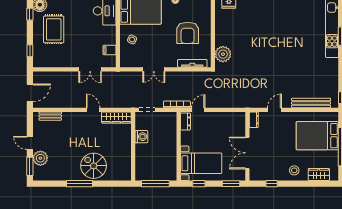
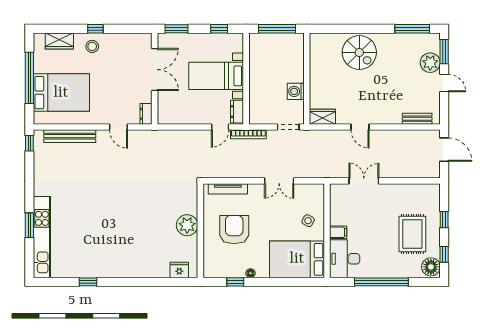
filing cabinet: (109, 50) -> (338, 232), moved
window: (30, 51) -> (444, 220), moved
plant: (223, 54) -> (187, 225), moved
double door: (154, 69) -> (279, 181), swing flipped
door: (30, 93) -> (444, 150), swing flipped
door: (274, 110) -> (118, 127), hinge flipped
wardrobe: (116, 118) -> (322, 117), width x0.67
bed with nightstands: (201, 163) -> (216, 76), moved
window: (80, 184) -> (412, 29), moved
window: (272, 184) -> (95, 29), moved

